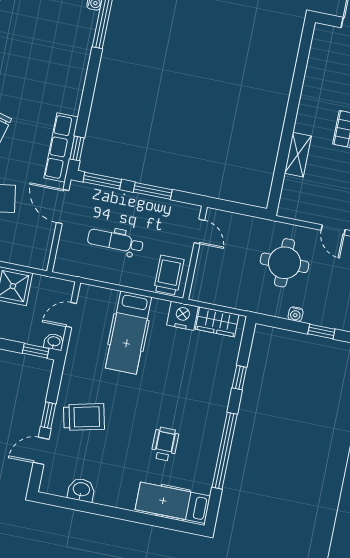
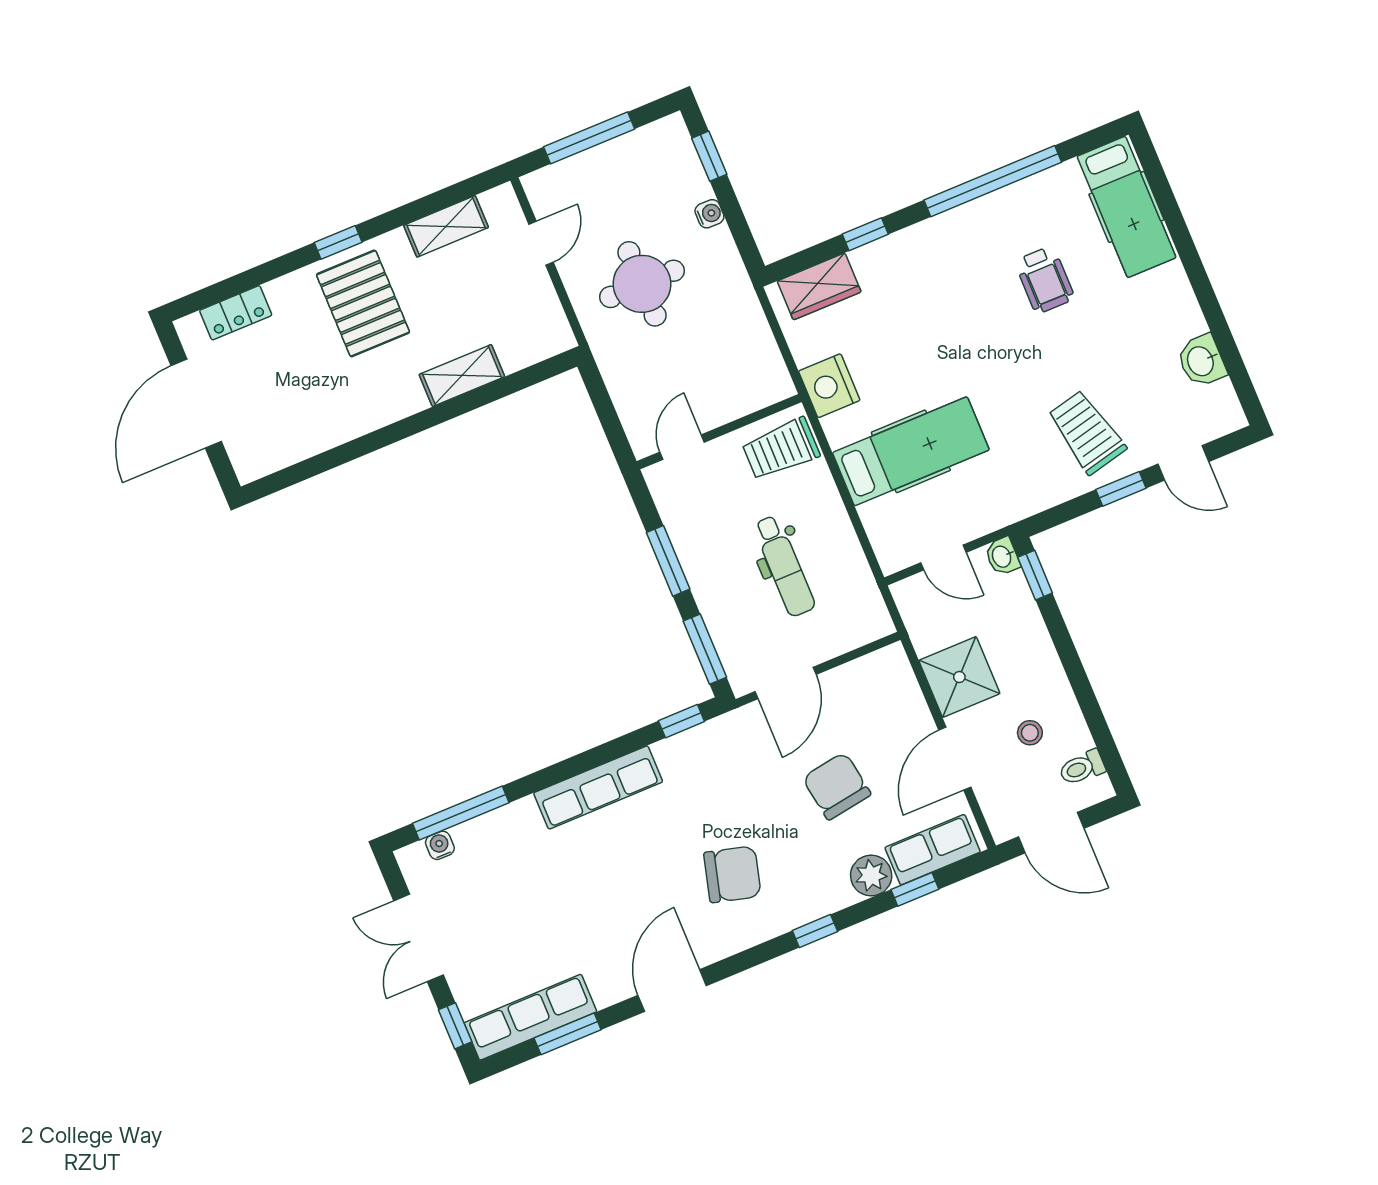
row of seats: (61, 147) -> (598, 787), moved
wardrobe: (217, 322) -> (819, 286), moved, turned 90
wheelchair: (165, 444) -> (1045, 280), turned -90

